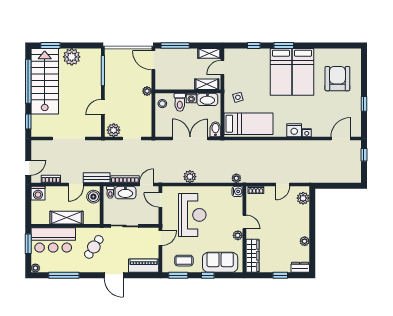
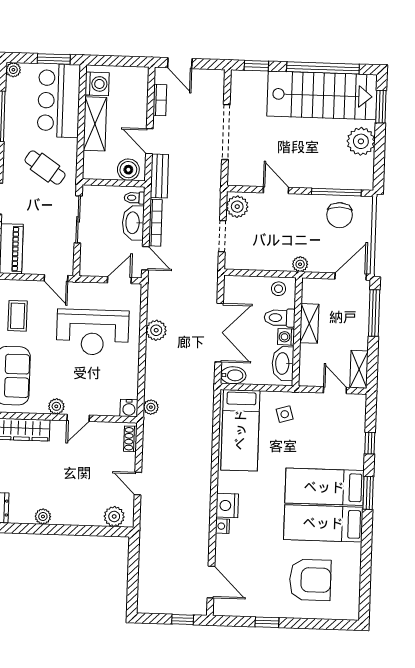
chair: (117, 68) -> (340, 215), added
shelving: (207, 84) -> (309, 323), moved
washing machine: (38, 193) -> (97, 84), moved, turned 180

